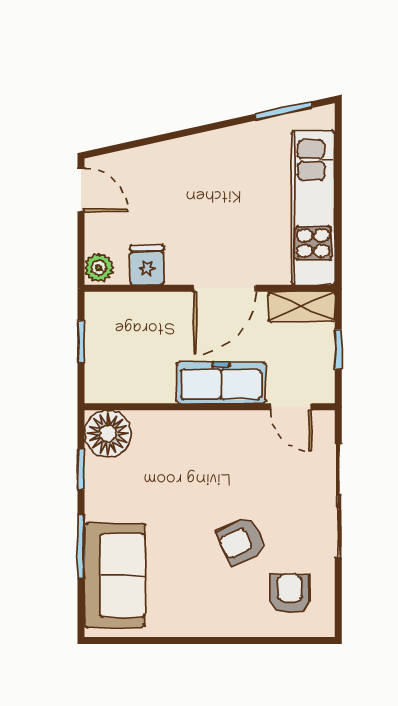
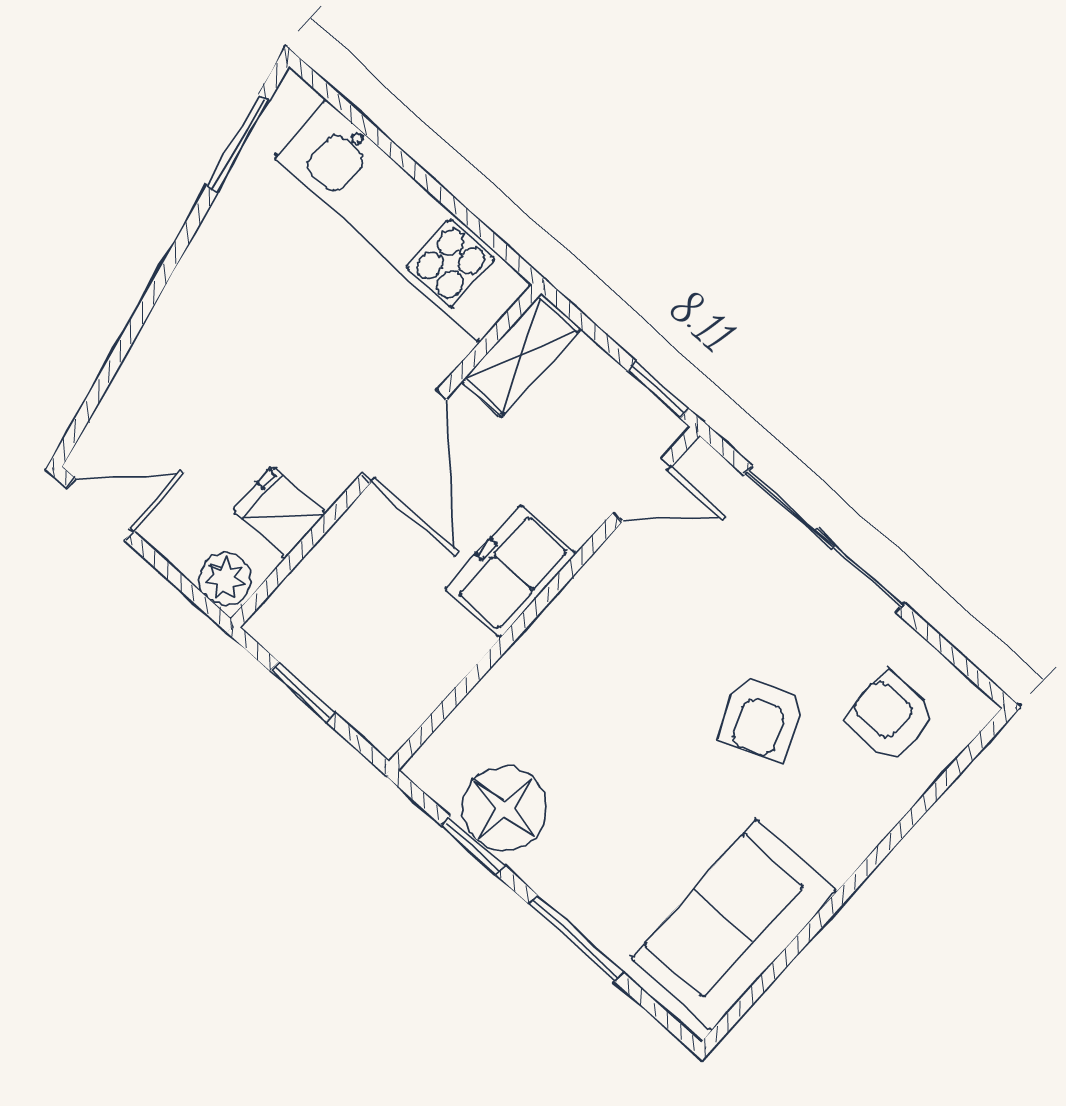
window: (338, 349) -> (658, 390), moved
freezer: (221, 383) -> (510, 571), width x0.71
floor lamp: (108, 434) -> (504, 809), moved
sofa: (115, 575) -> (734, 925), moved, turned -90

